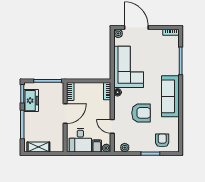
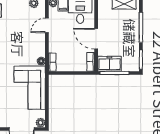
freezer: (31, 101) -> (109, 64), moved, turned 90
armchair: (141, 113) -> (17, 39), removed
door: (65, 114) -> (96, 39), hinge flipped
door: (112, 126) -> (47, 25), swing flipped

